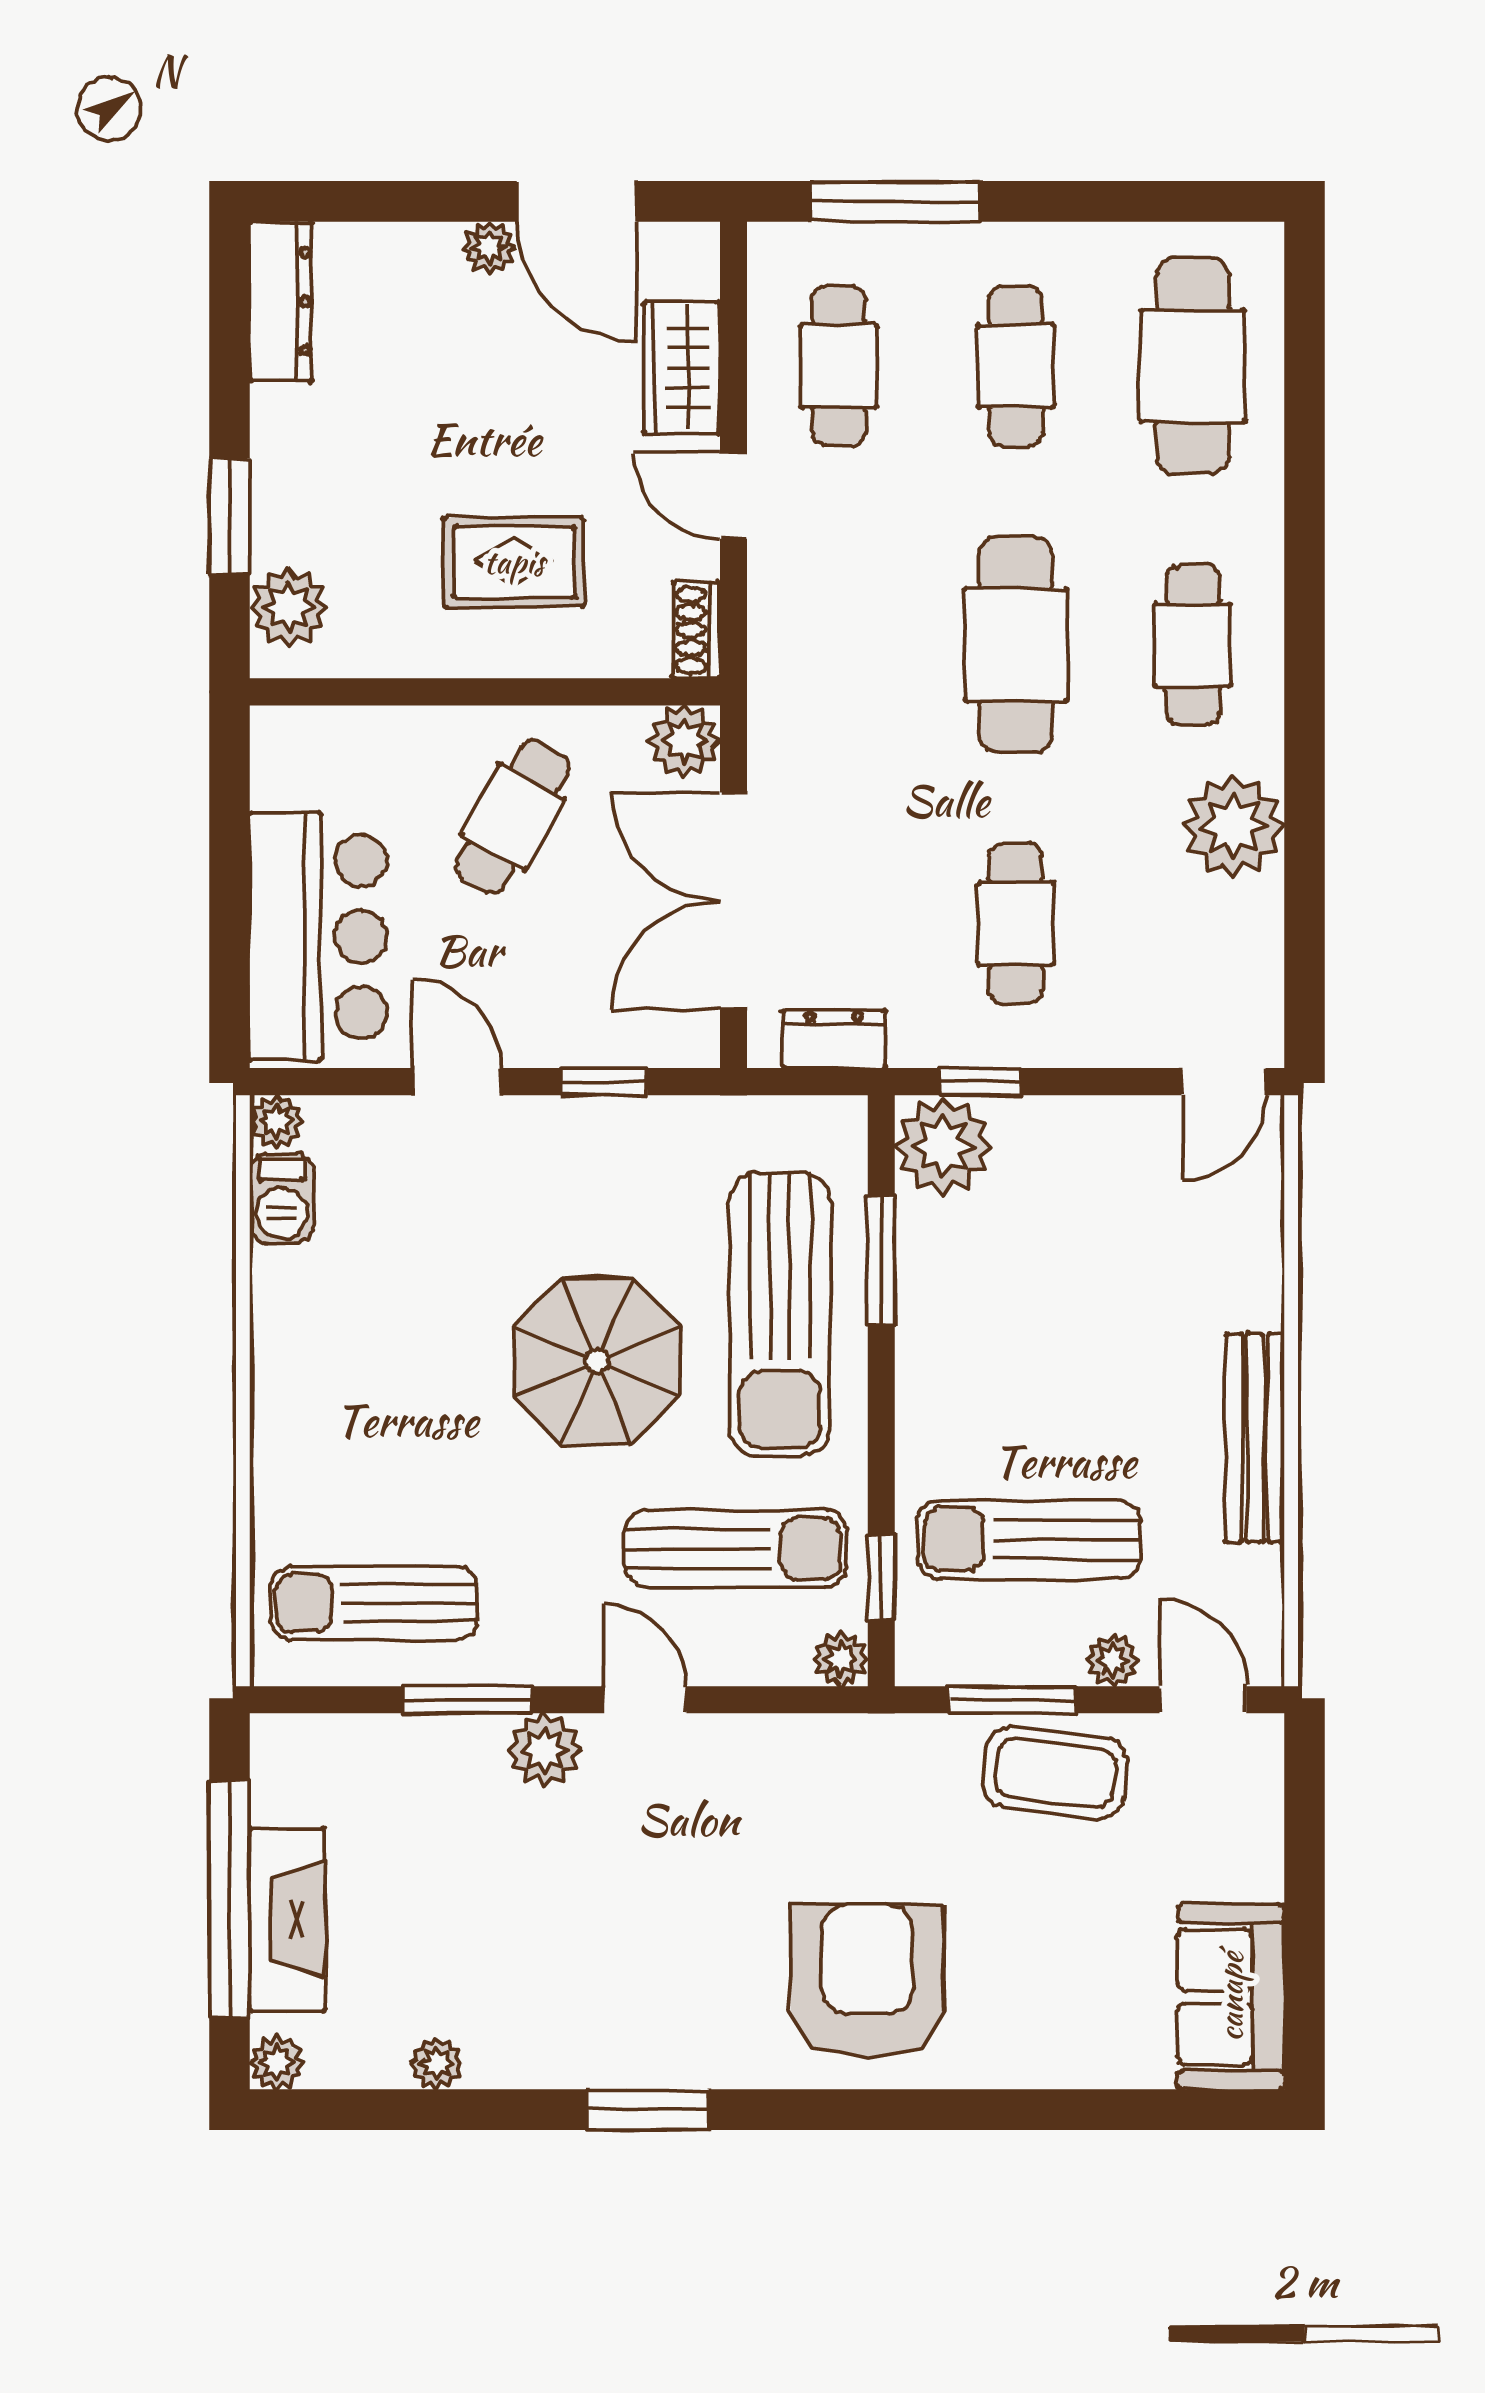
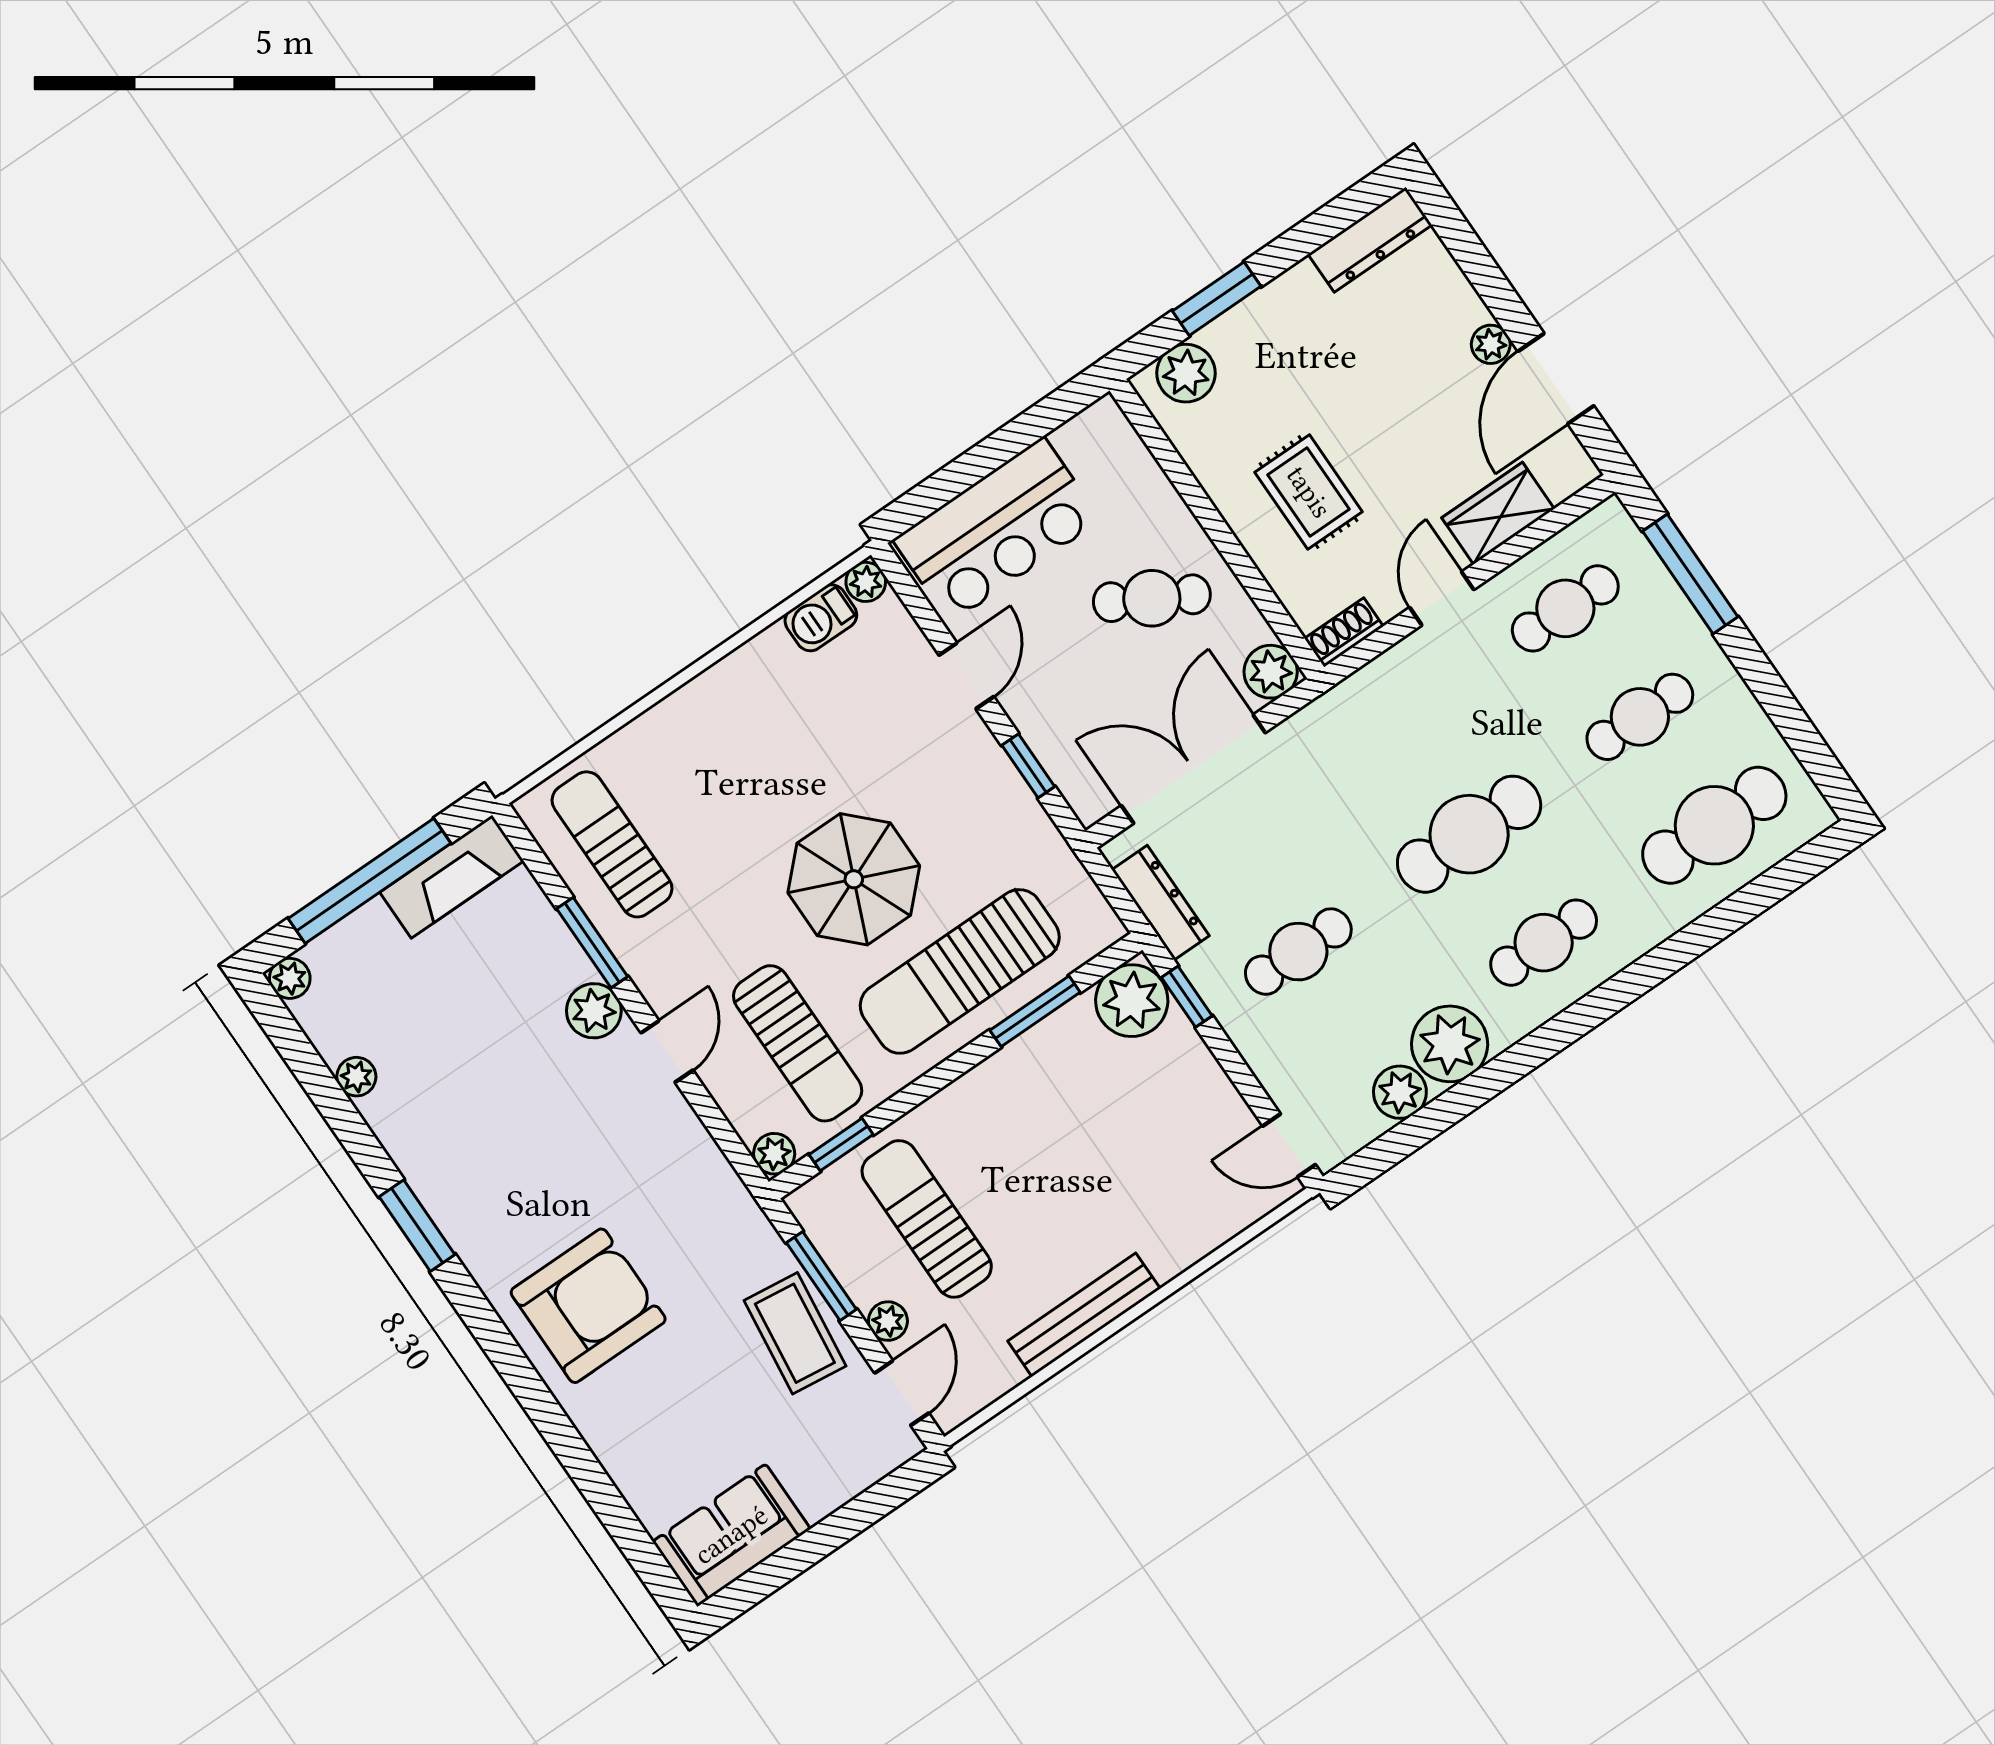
plant: (1249, 918) -> (1400, 1092), added
dresser: (834, 1039) -> (1161, 903), width x1.44
fireplace: (287, 1920) -> (452, 877), moved

